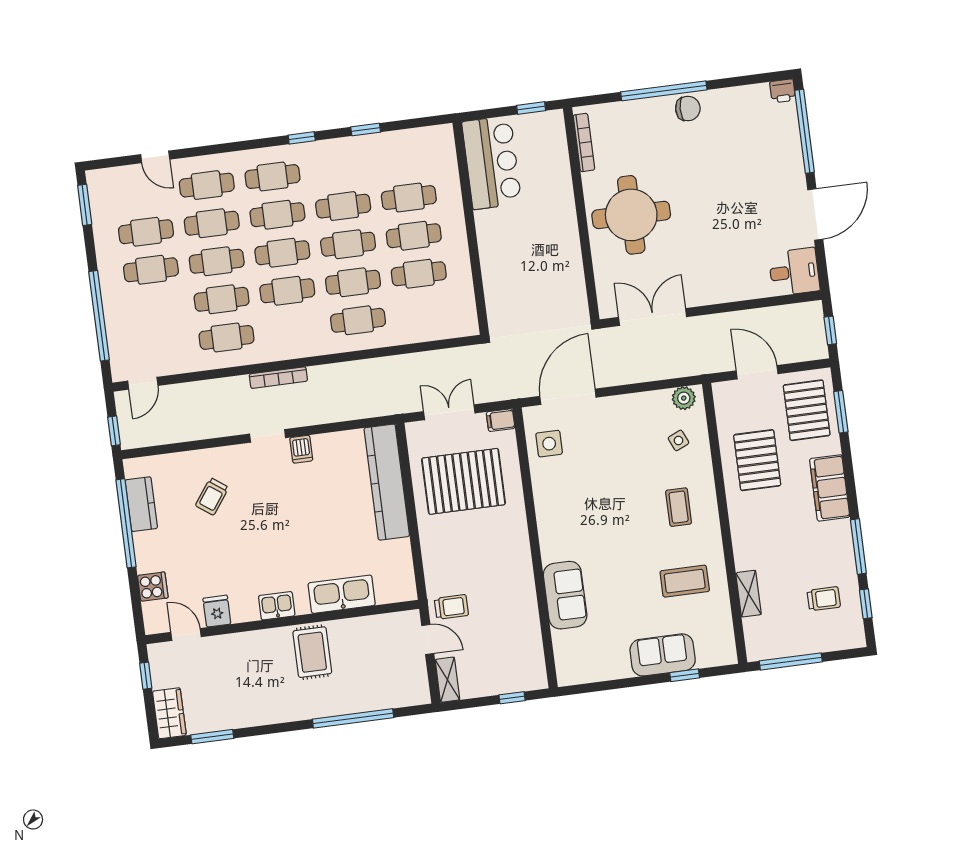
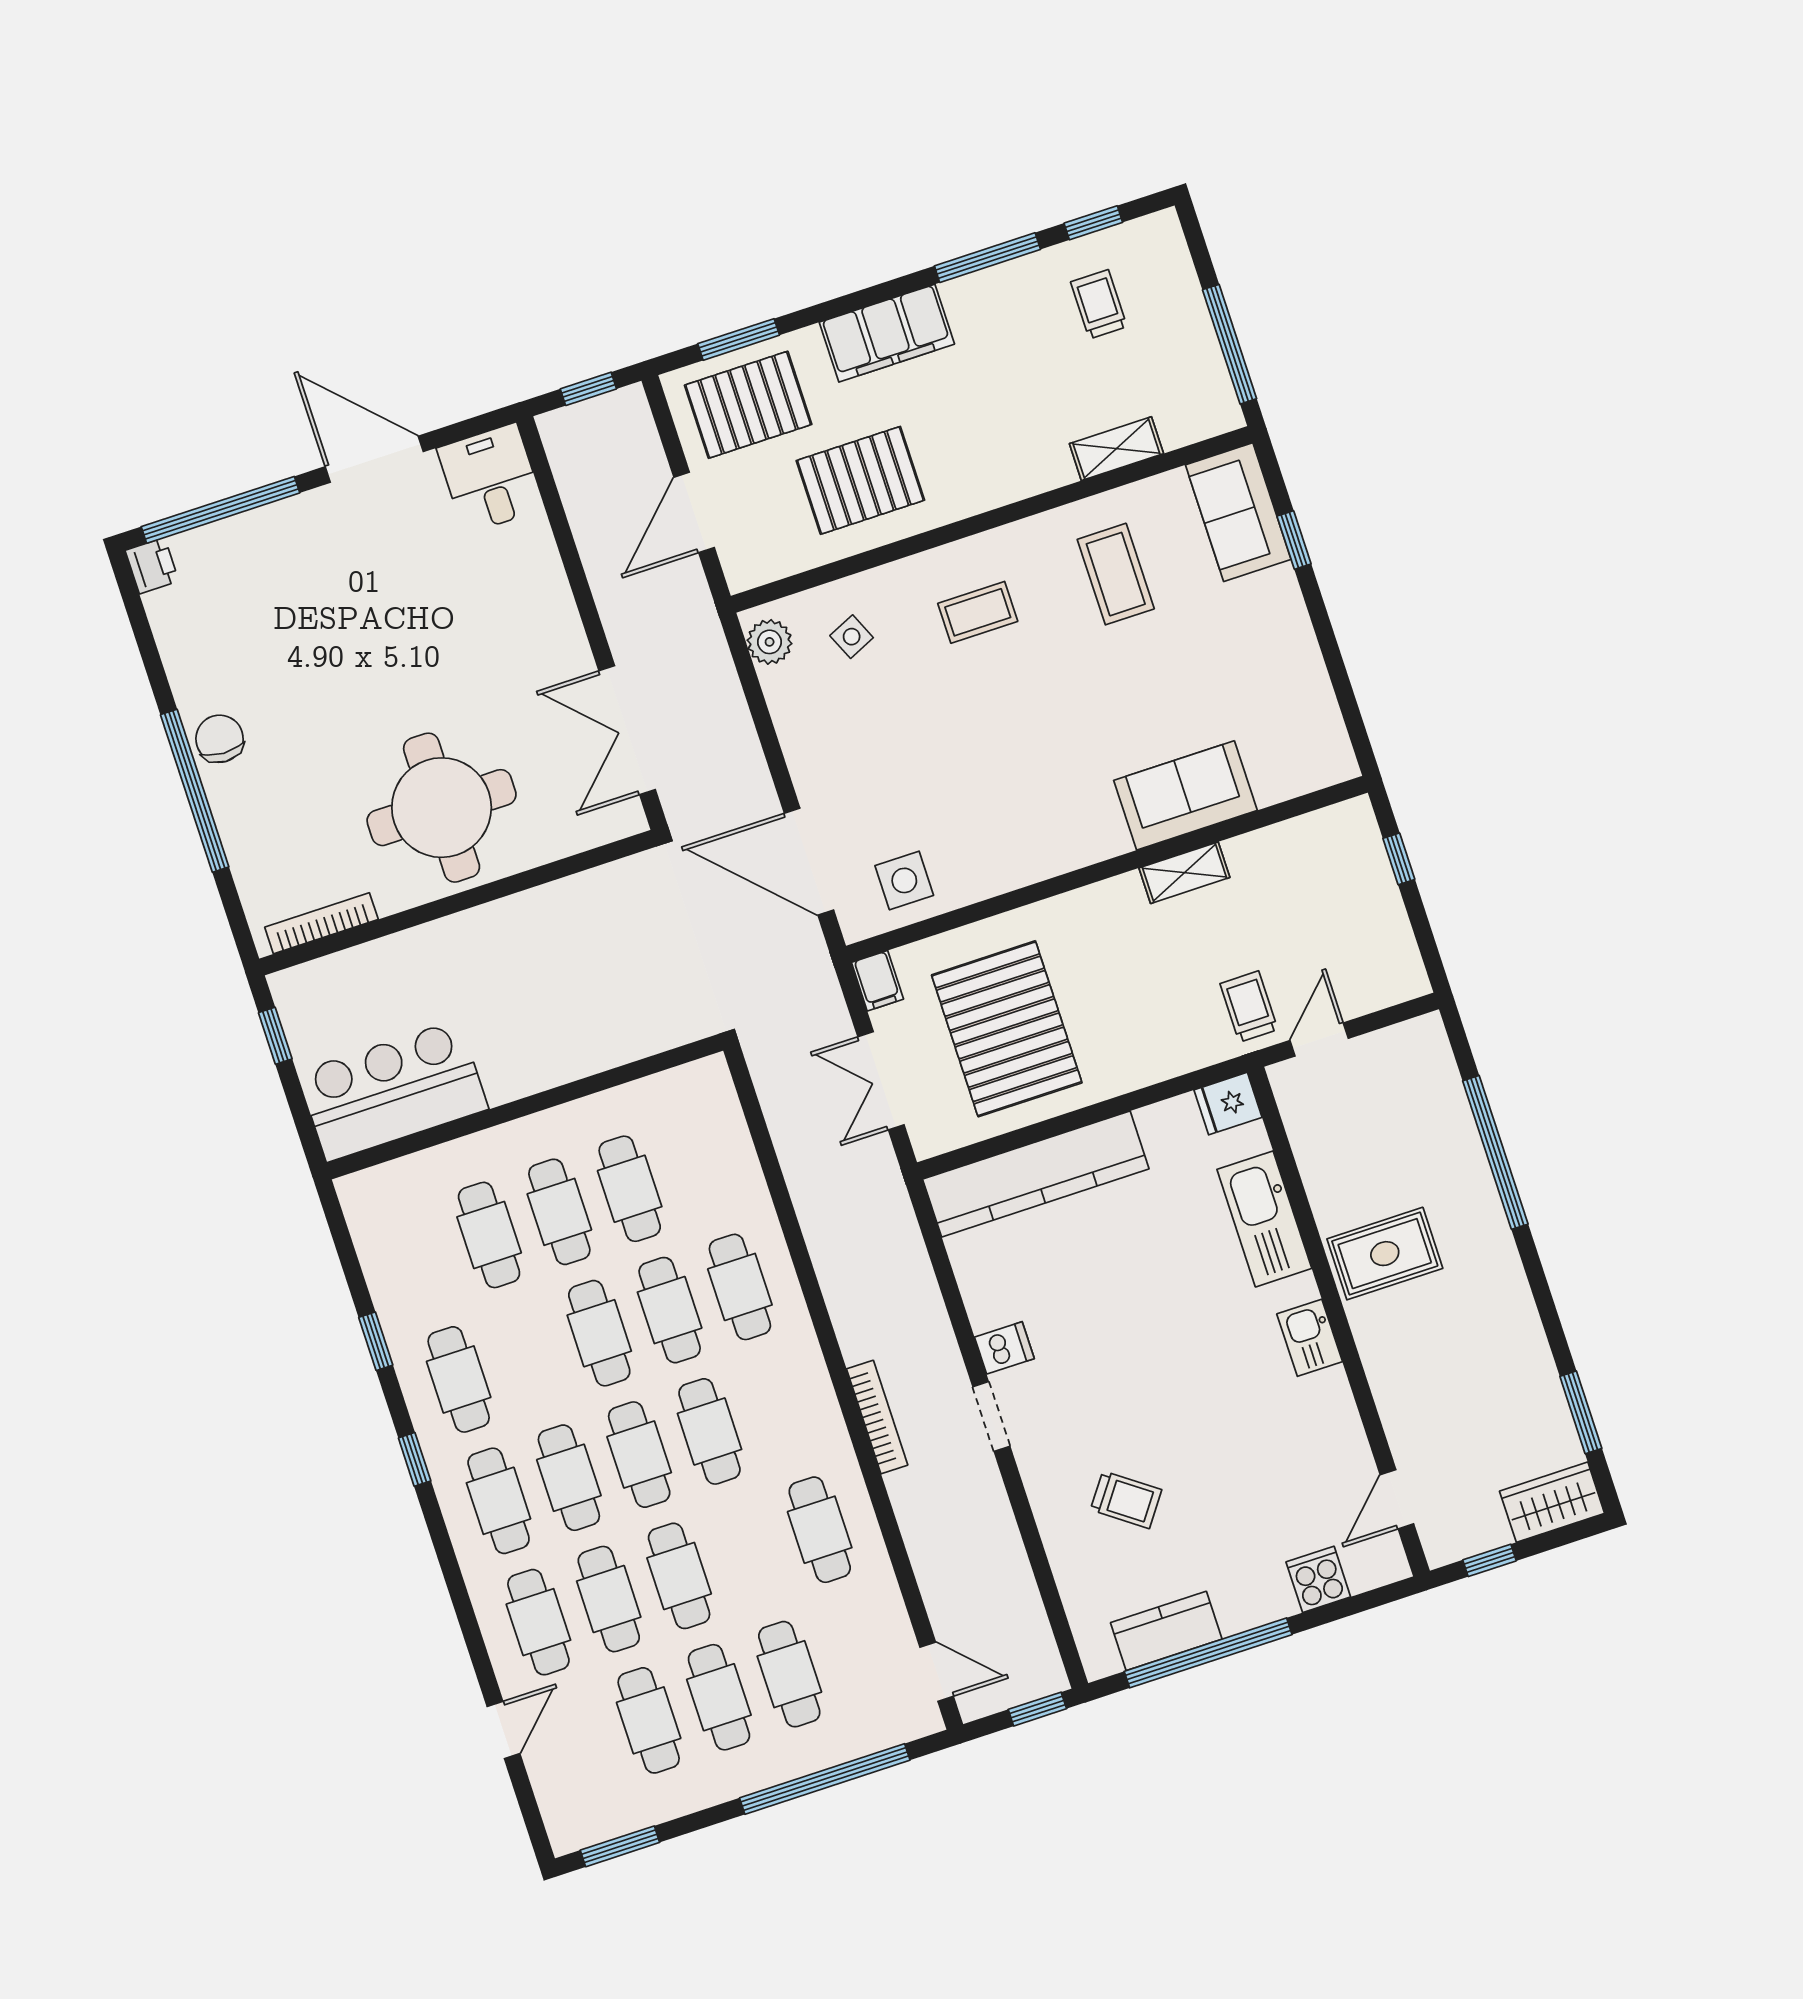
cafe table: (343, 206) -> (459, 1379), moved
cafe table: (222, 299) -> (789, 1674), moved
fridge: (217, 611) -> (1228, 1104), moved
sofa: (663, 655) -> (1238, 512), moved
shelving: (447, 680) -> (1184, 873), moved

